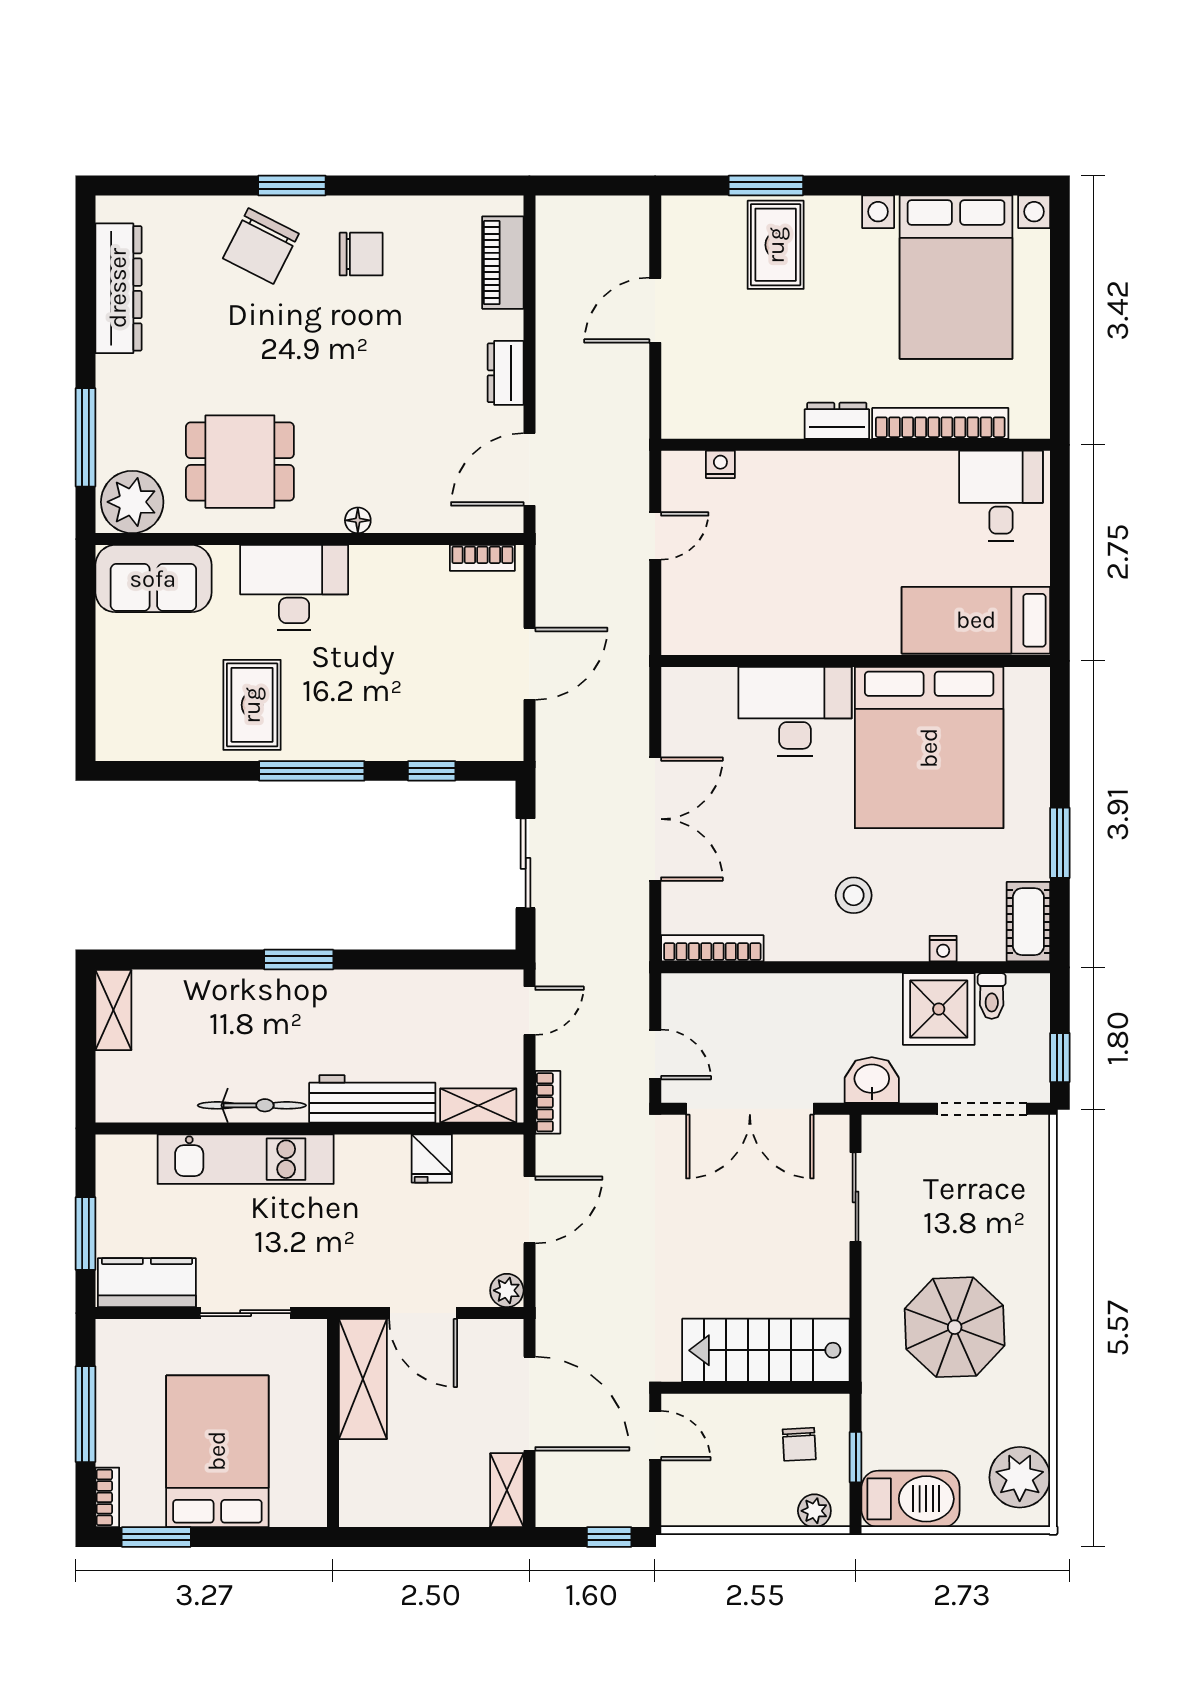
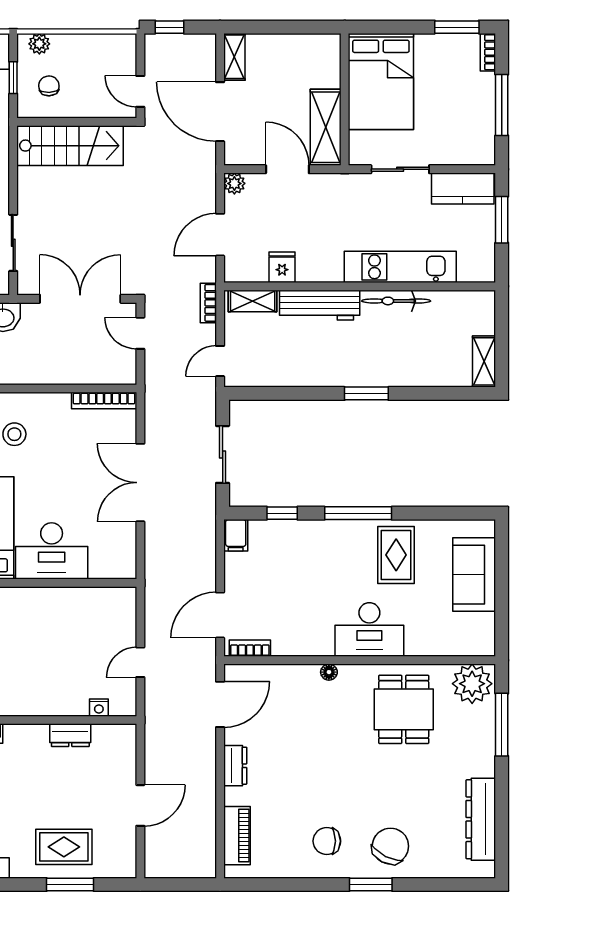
rug: (776, 245) -> (64, 847), turned 90
dresser: (837, 421) -> (70, 735), moved
dining table: (240, 462) -> (404, 709), turned 90
sofa: (153, 579) -> (474, 575), moved, turned -90
door: (529, 664) -> (220, 615), moved
filing cabinet: (505, 736) -> (236, 535), added
bed: (217, 1451) -> (381, 81), moved

